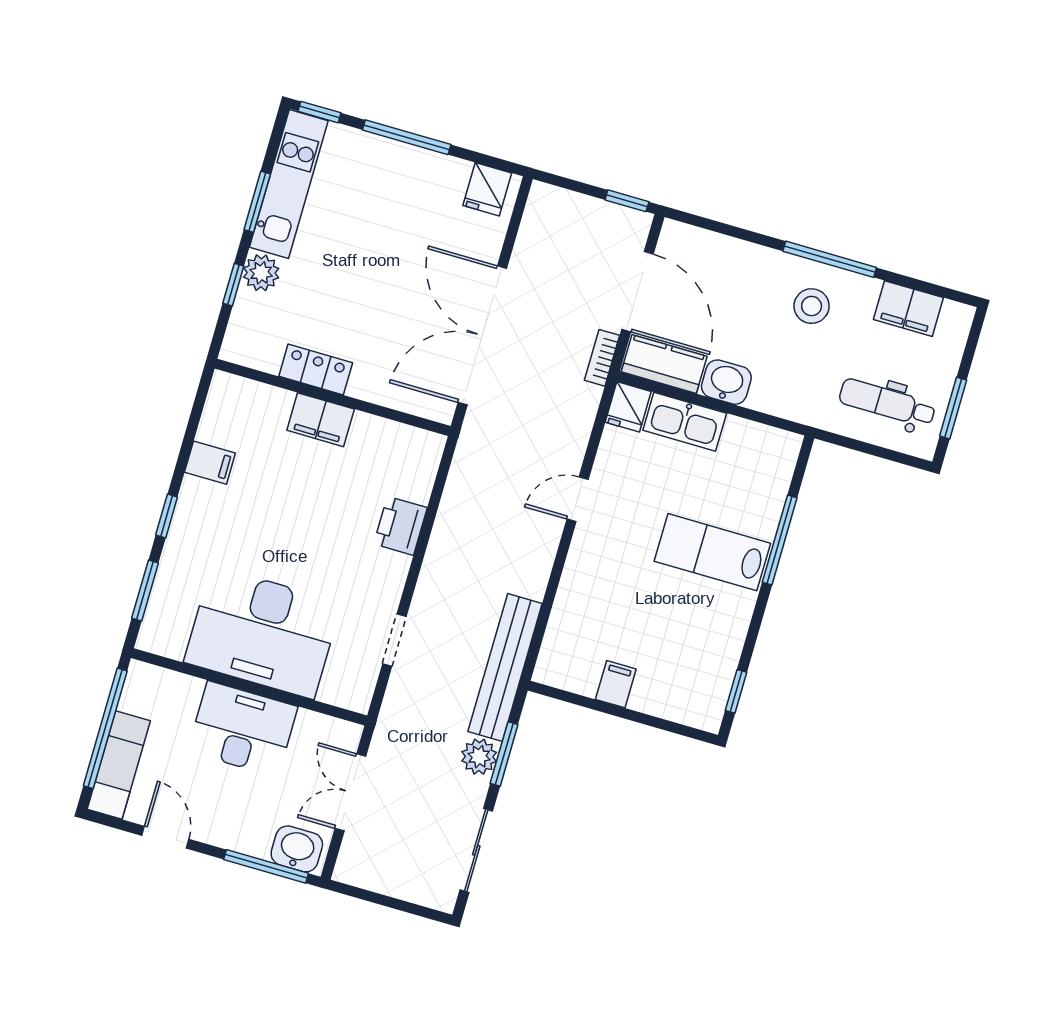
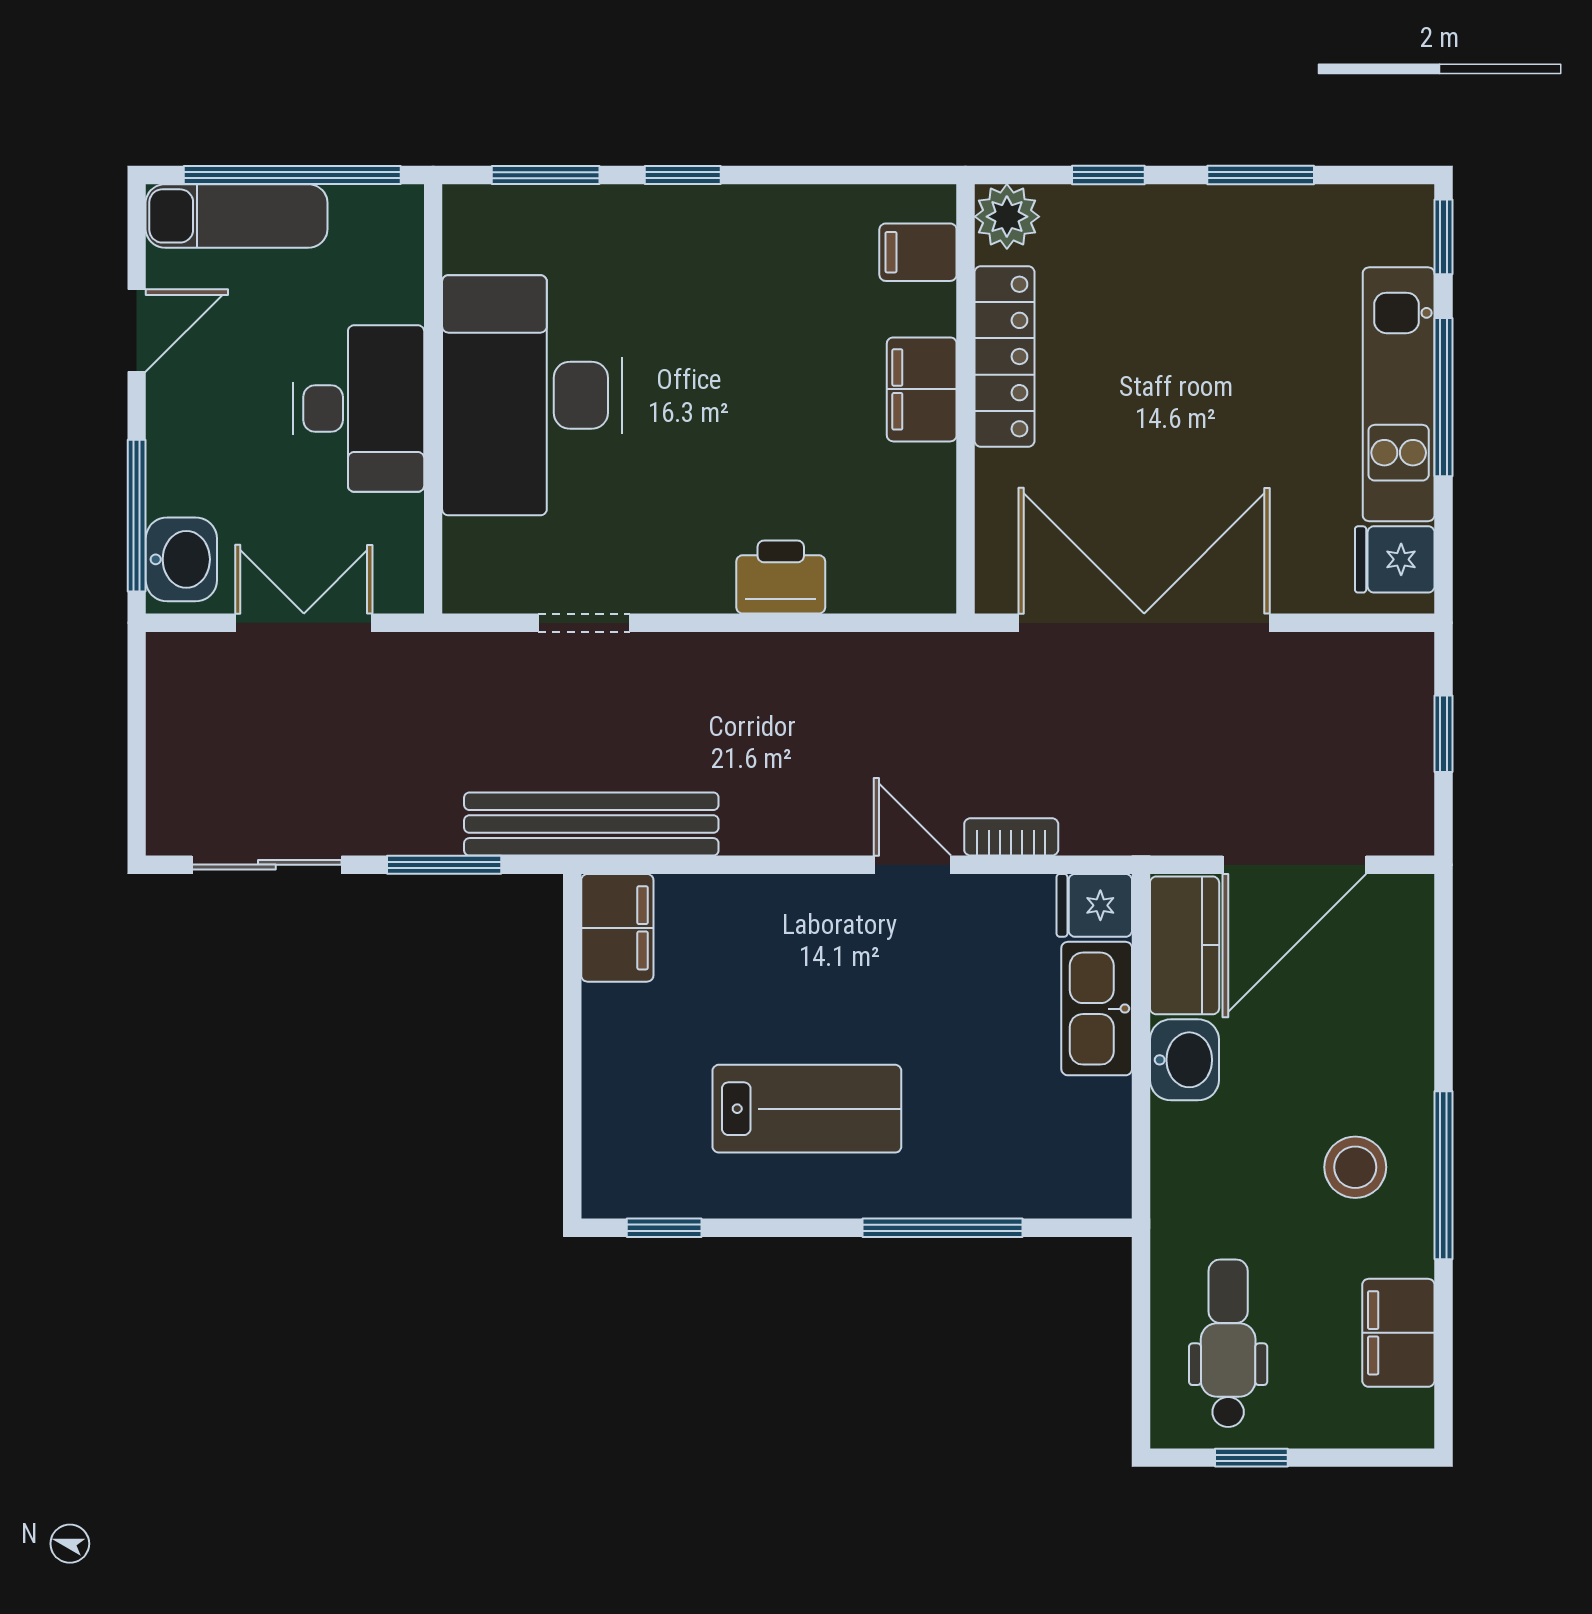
kitchen unit: (289, 184) -> (1399, 394), moved, turned 90
window: (627, 201) -> (1443, 734), moved
plant: (261, 273) -> (1007, 217), moved
bookcase: (602, 358) -> (1011, 837), moved
locker: (316, 370) -> (1005, 357), width x1.53
window: (953, 408) -> (1251, 1458), width x0.67
filing cabinet: (210, 463) -> (918, 252), moved, turned 90
lab bench: (712, 552) -> (807, 1109), moved, turned 90
filing cabinet: (616, 684) -> (617, 928), moved, width x2.00
plant: (479, 757) -> (427, 824), removed

